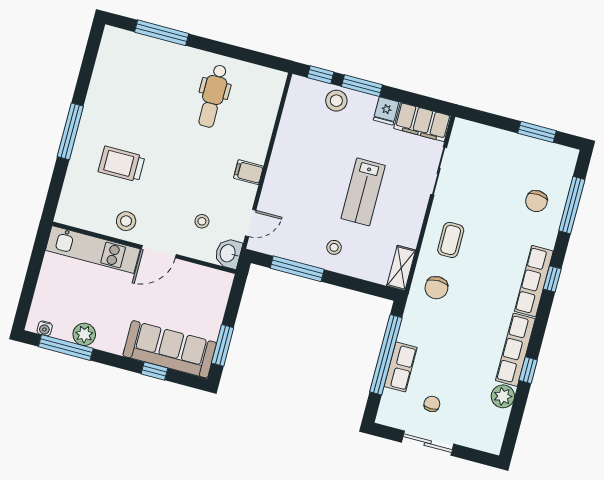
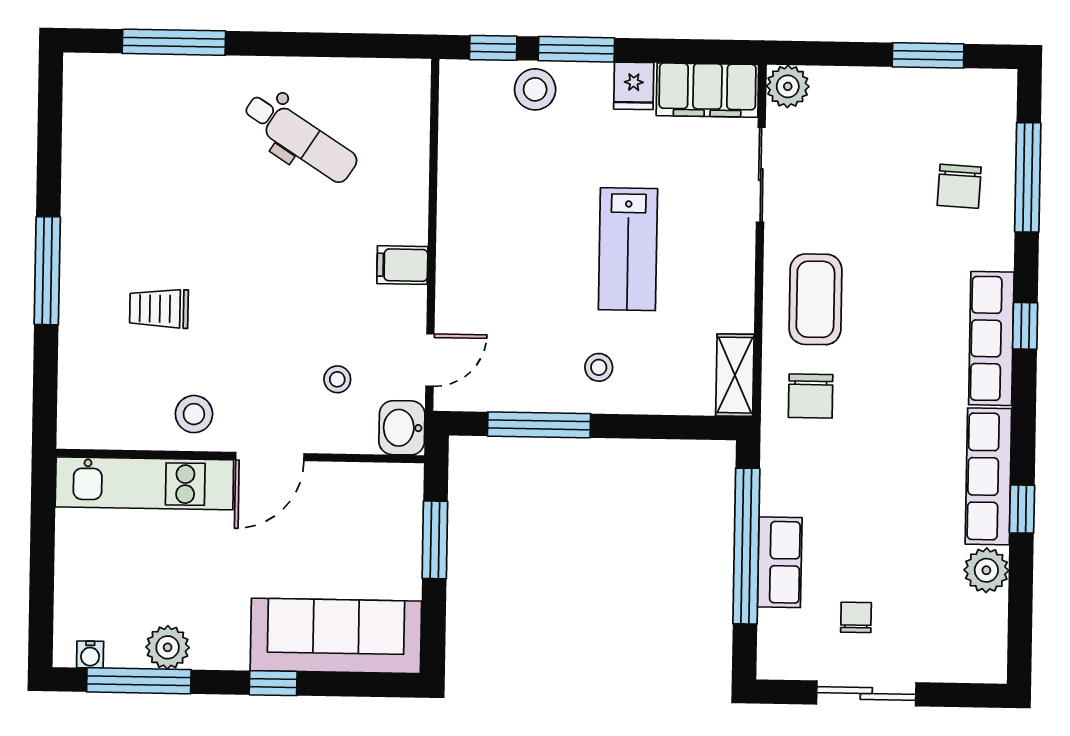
dental chair: (213, 96) -> (300, 138), turned -57
plant: (463, 130) -> (788, 86), added
trolley: (122, 164) -> (159, 309), width x0.73, depth x0.72
coffee table: (451, 240) -> (815, 299), width x1.36, depth x1.30
window: (223, 345) -> (435, 540), moved
window: (154, 371) -> (273, 683), moved

